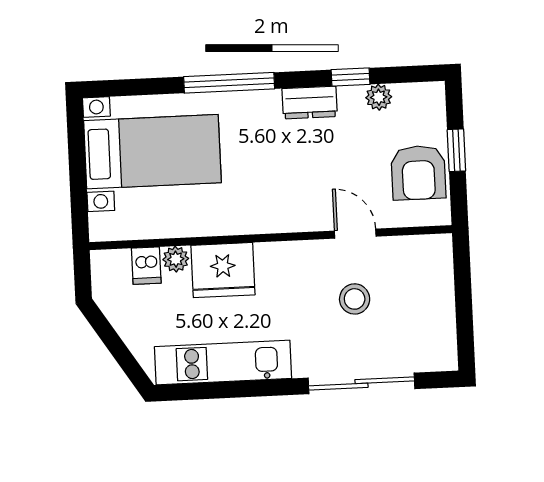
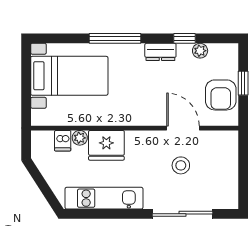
door: (355, 234) -> (183, 128), width x1.38

